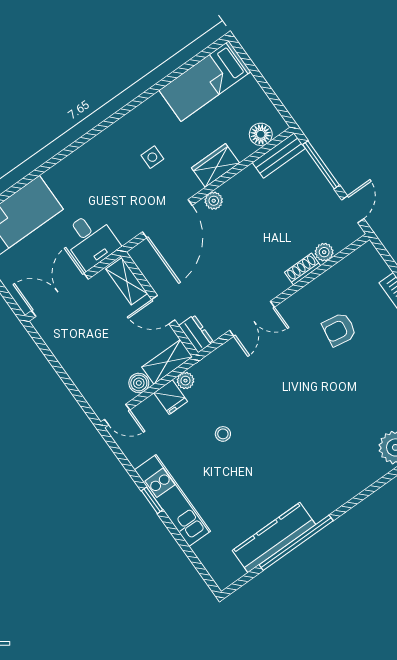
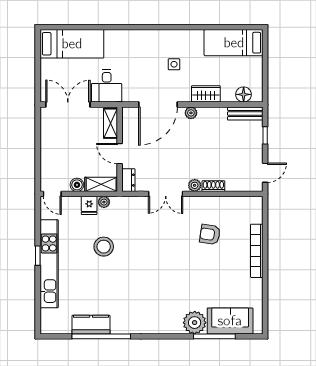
window: (321, 165) -> (265, 135), width x0.46
plant: (324, 252) -> (195, 185), moved
stool: (223, 434) -> (104, 247), width x1.89, depth x1.89
kitchen unit: (172, 500) -> (49, 264), width x1.36
kitchen counter: (274, 538) -> (91, 325), width x0.67

